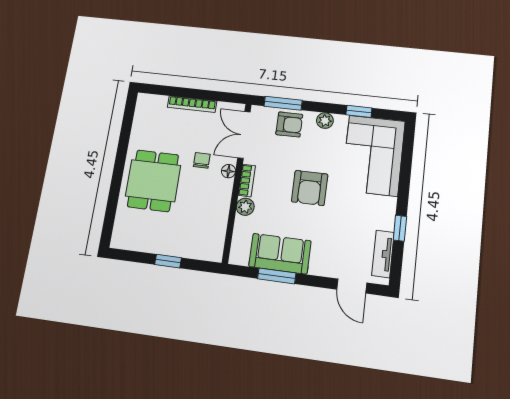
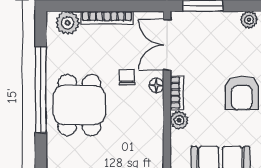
plant: (155, 105) -> (68, 23), added
armchair: (289, 124) -> (212, 28), removed
window: (120, 162) -> (41, 90), added

